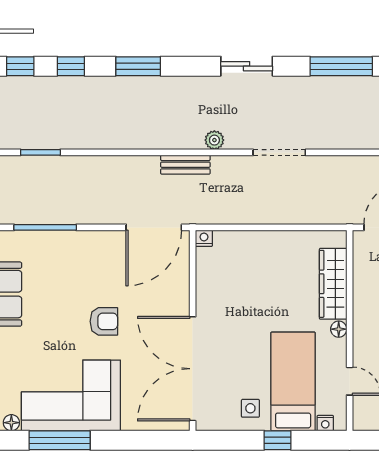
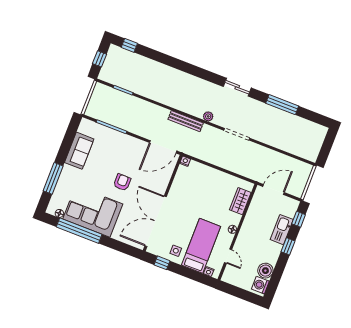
window: (71, 66) -> (154, 55), removed
window: (138, 66) -> (186, 67), removed
bench: (185, 165) -> (186, 121), width x1.36
wardrobe: (333, 284) -> (240, 201), width x0.67
armchair: (104, 321) -> (122, 182), turned -90
window: (60, 440) -> (79, 231), width x1.46
window: (278, 440) -> (162, 263), moved

